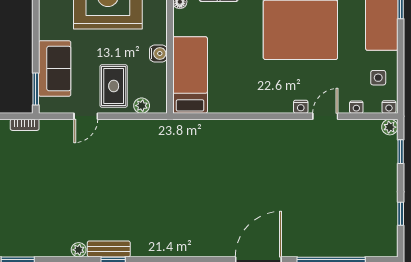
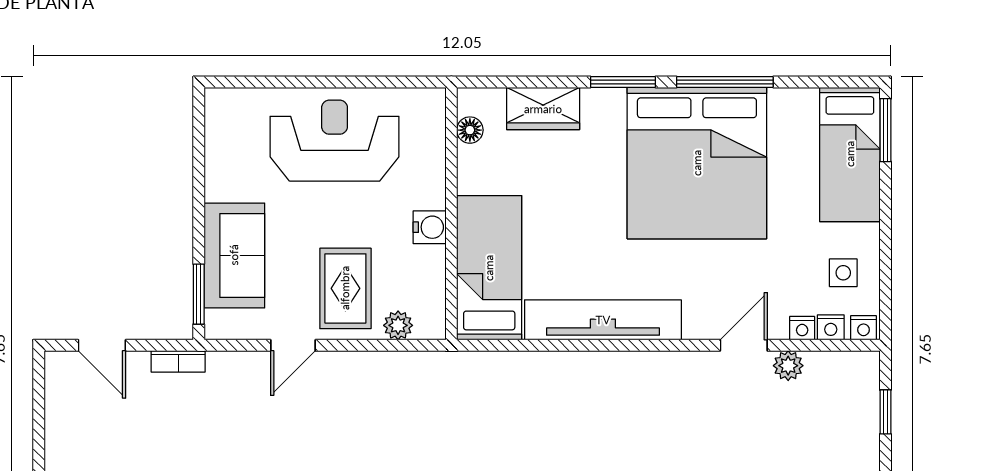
tv unit: (250, 103) -> (603, 320), added
nightstand: (301, 107) -> (831, 327), moved
plant: (390, 127) -> (788, 366), moved

